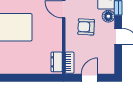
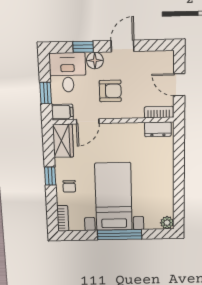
armchair: (86, 27) -> (110, 91), turned -93

